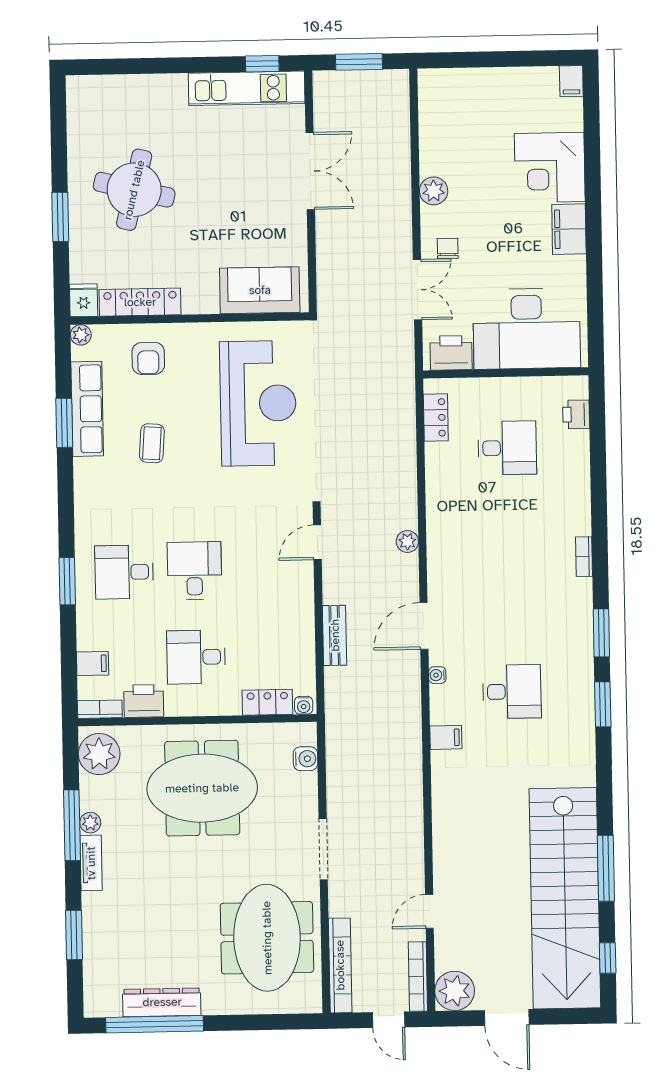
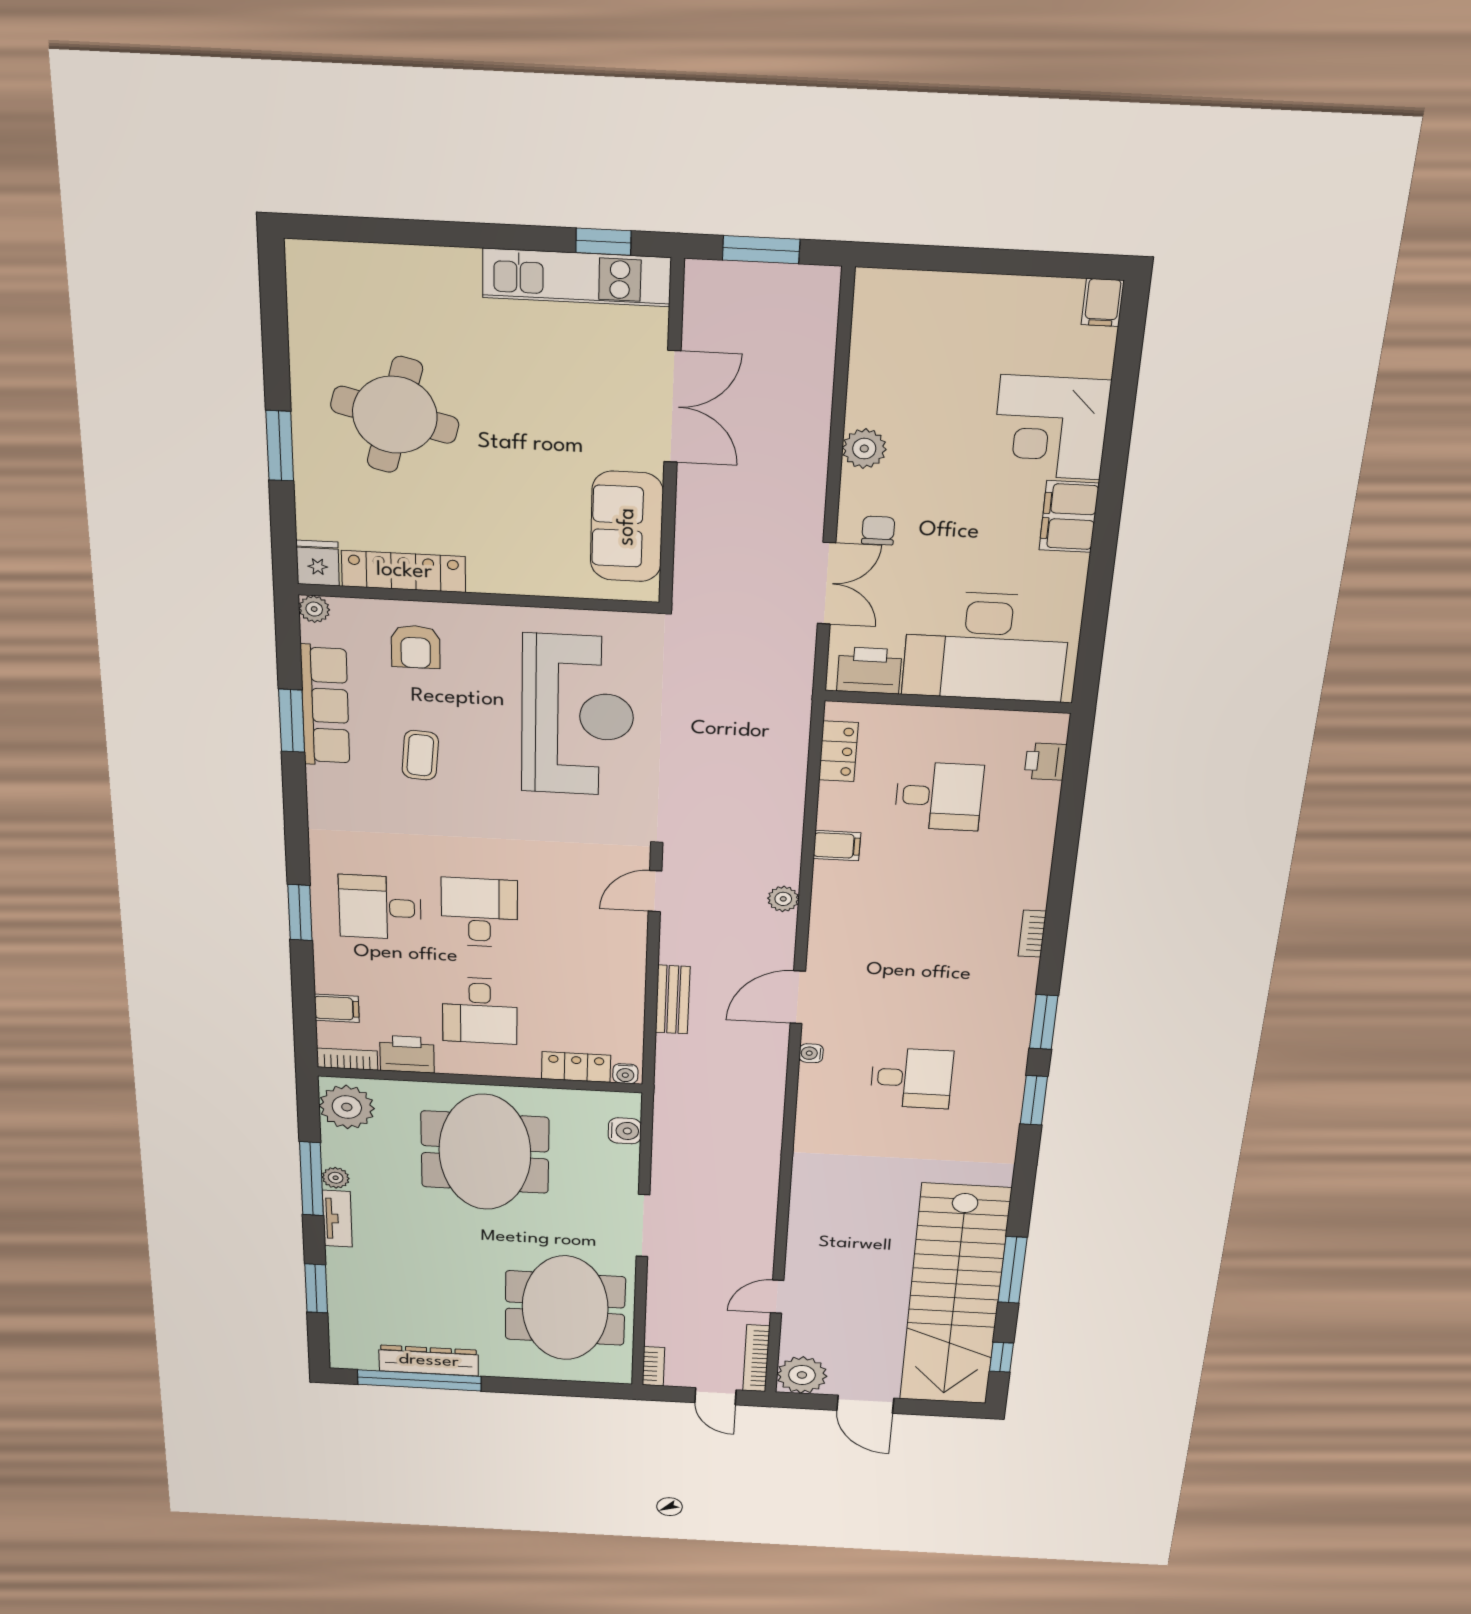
sofa: (260, 290) -> (627, 527), moved, turned -90
desk: (196, 657) -> (480, 1011), turned -90
filing cabinet: (446, 737) -> (837, 846), moved
meeting table: (202, 788) -> (485, 1152), turned 90
bookcase: (340, 965) -> (653, 1366), width x0.43, depth x0.76

